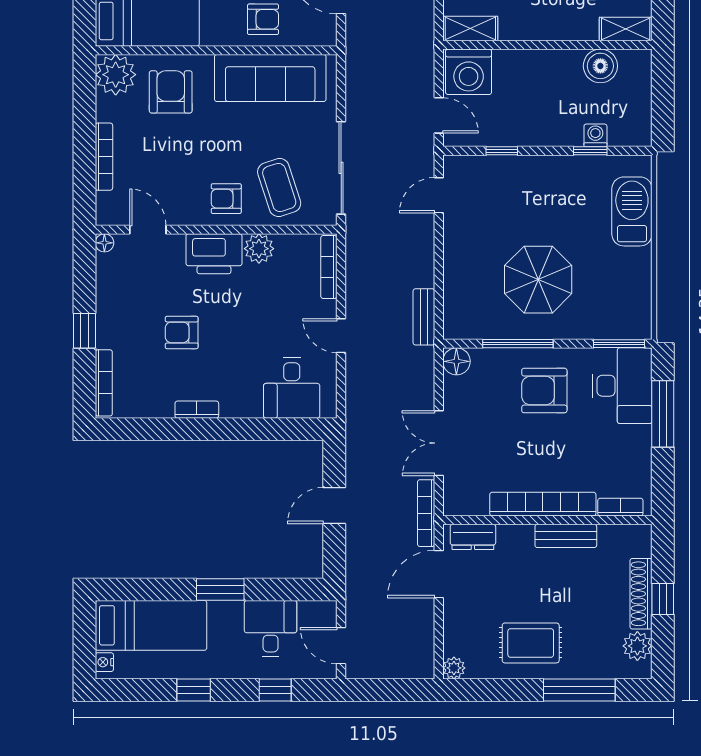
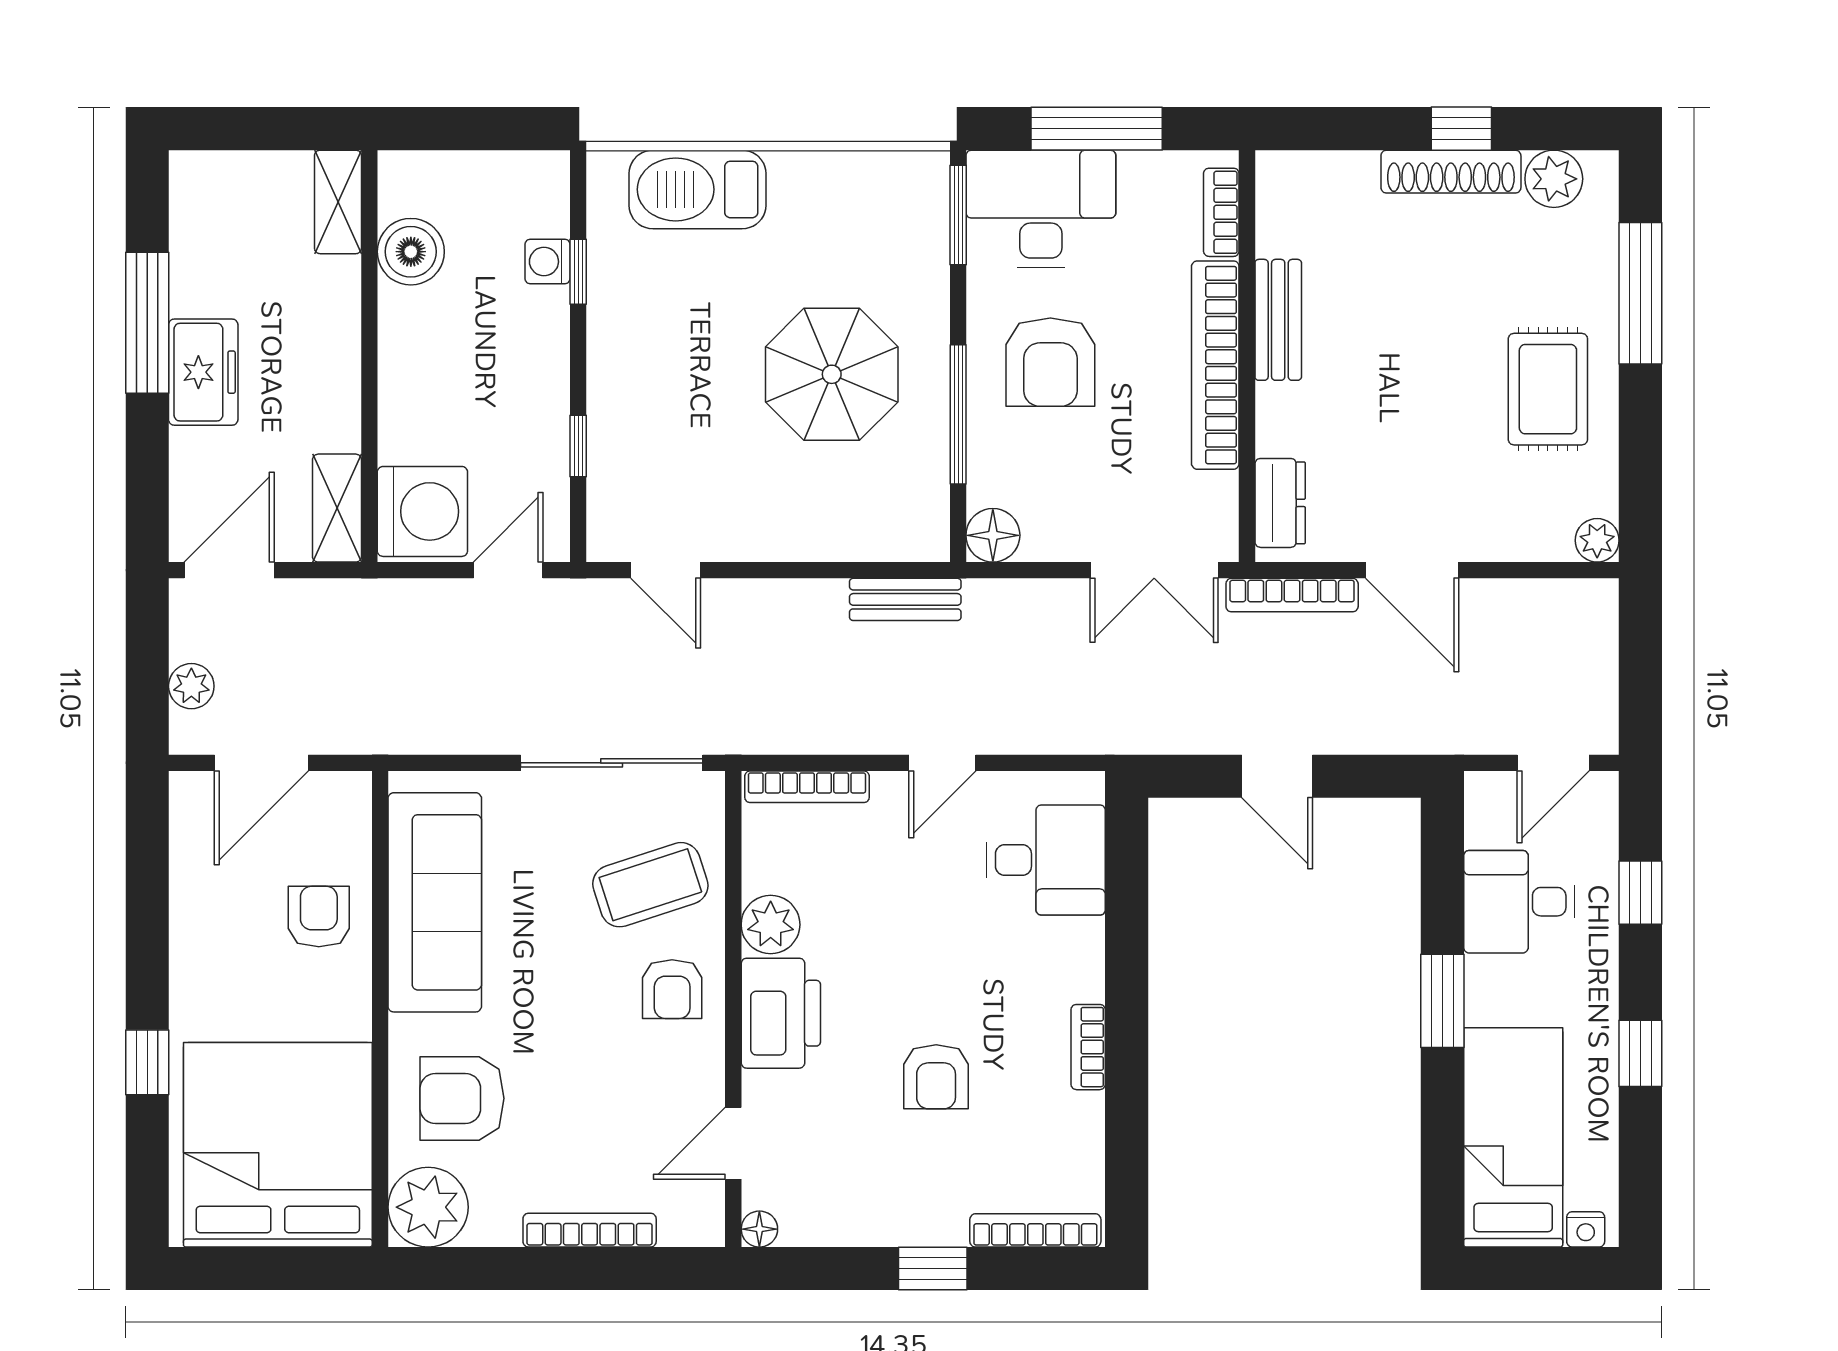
bookcase: (543, 504) -> (1215, 365), moved
bookcase: (620, 507) -> (1221, 212), moved
wall: (547, 520) -> (1247, 356), moved
bench: (566, 536) -> (1278, 320), moved
dresser: (473, 537) -> (1280, 503), moved

